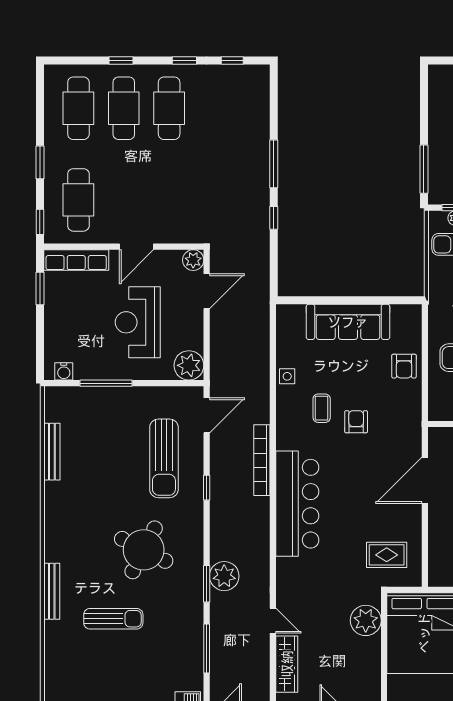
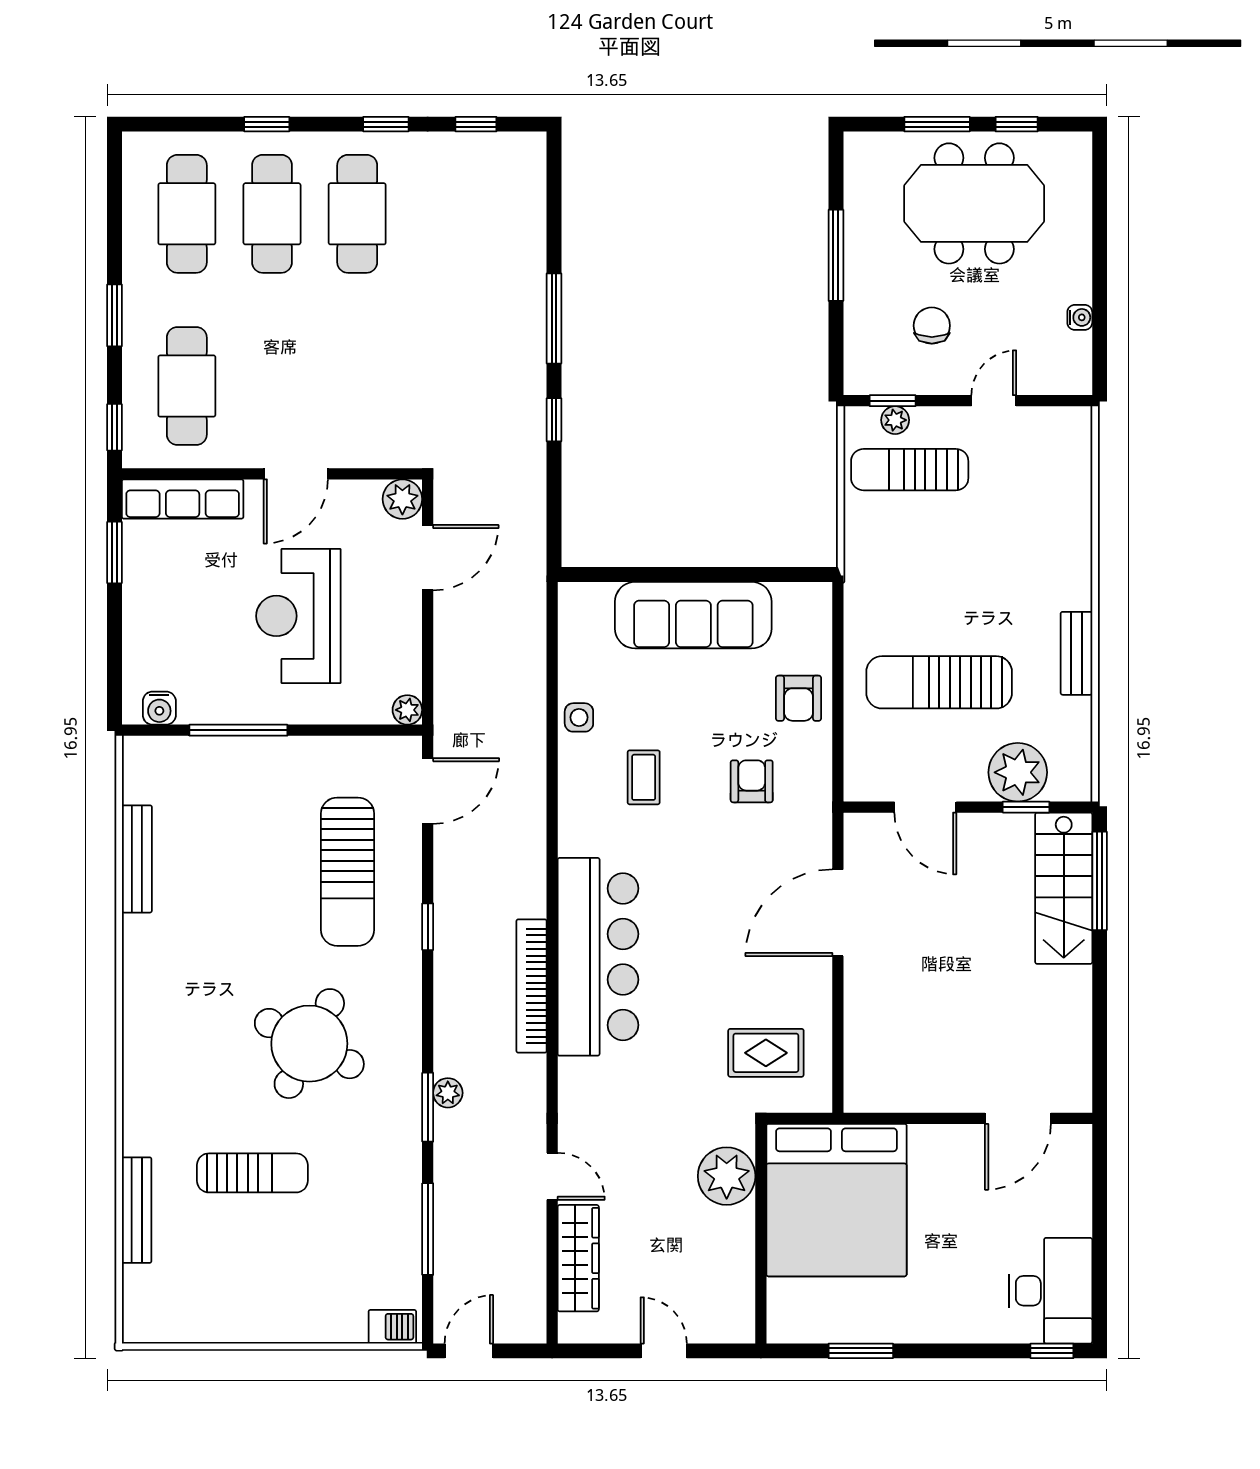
window: (424, 169) -> (836, 255), moved
plant: (189, 365) -> (407, 710), width x0.53, depth x0.53
armchair: (356, 422) -> (752, 781), moved
bookcase: (262, 460) -> (532, 986), moved
plant: (224, 576) -> (448, 1093), width x0.53, depth x0.53
bench: (52, 591) -> (137, 1210), moved

